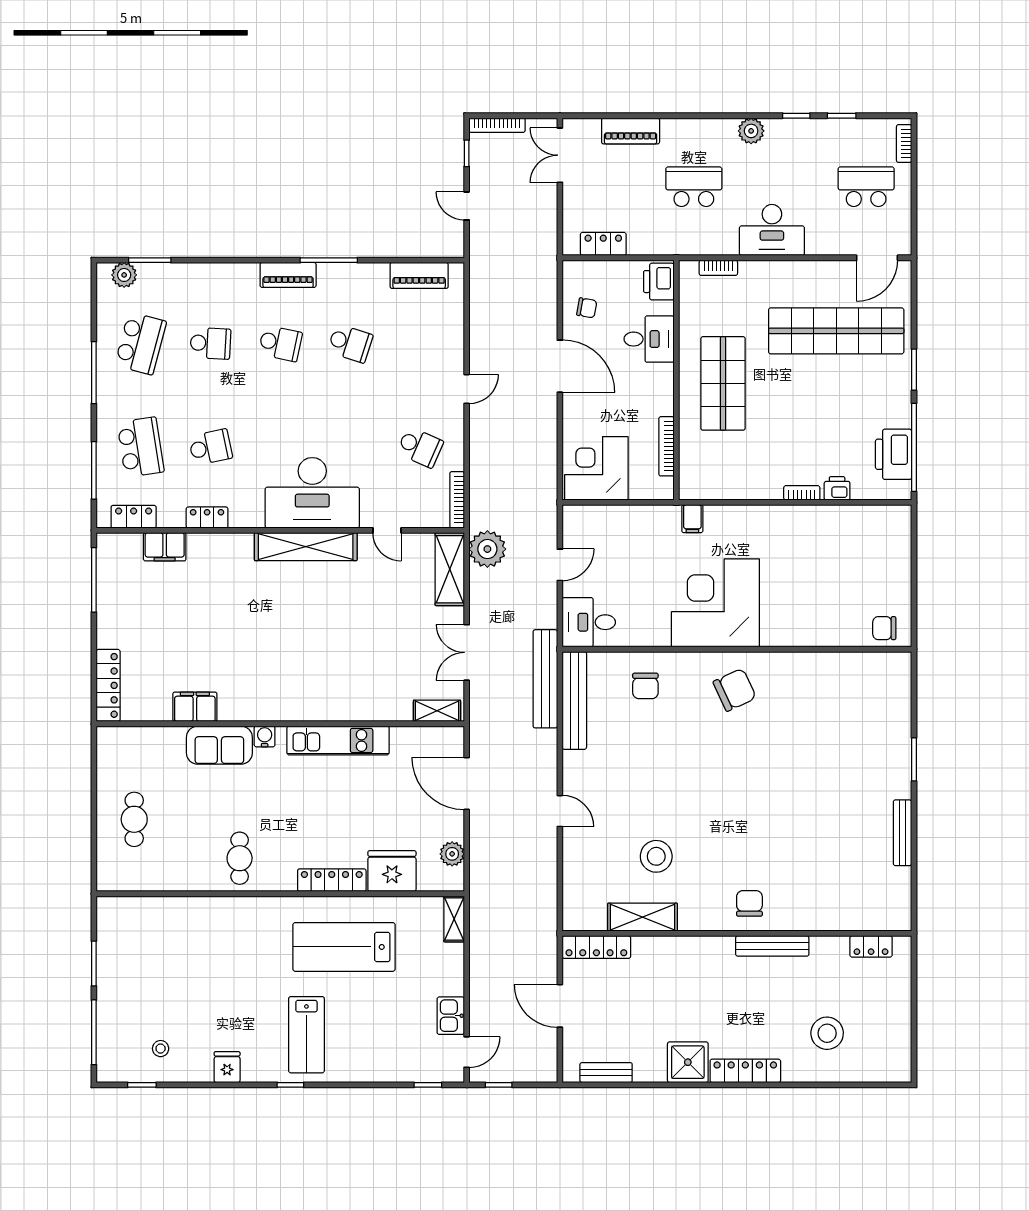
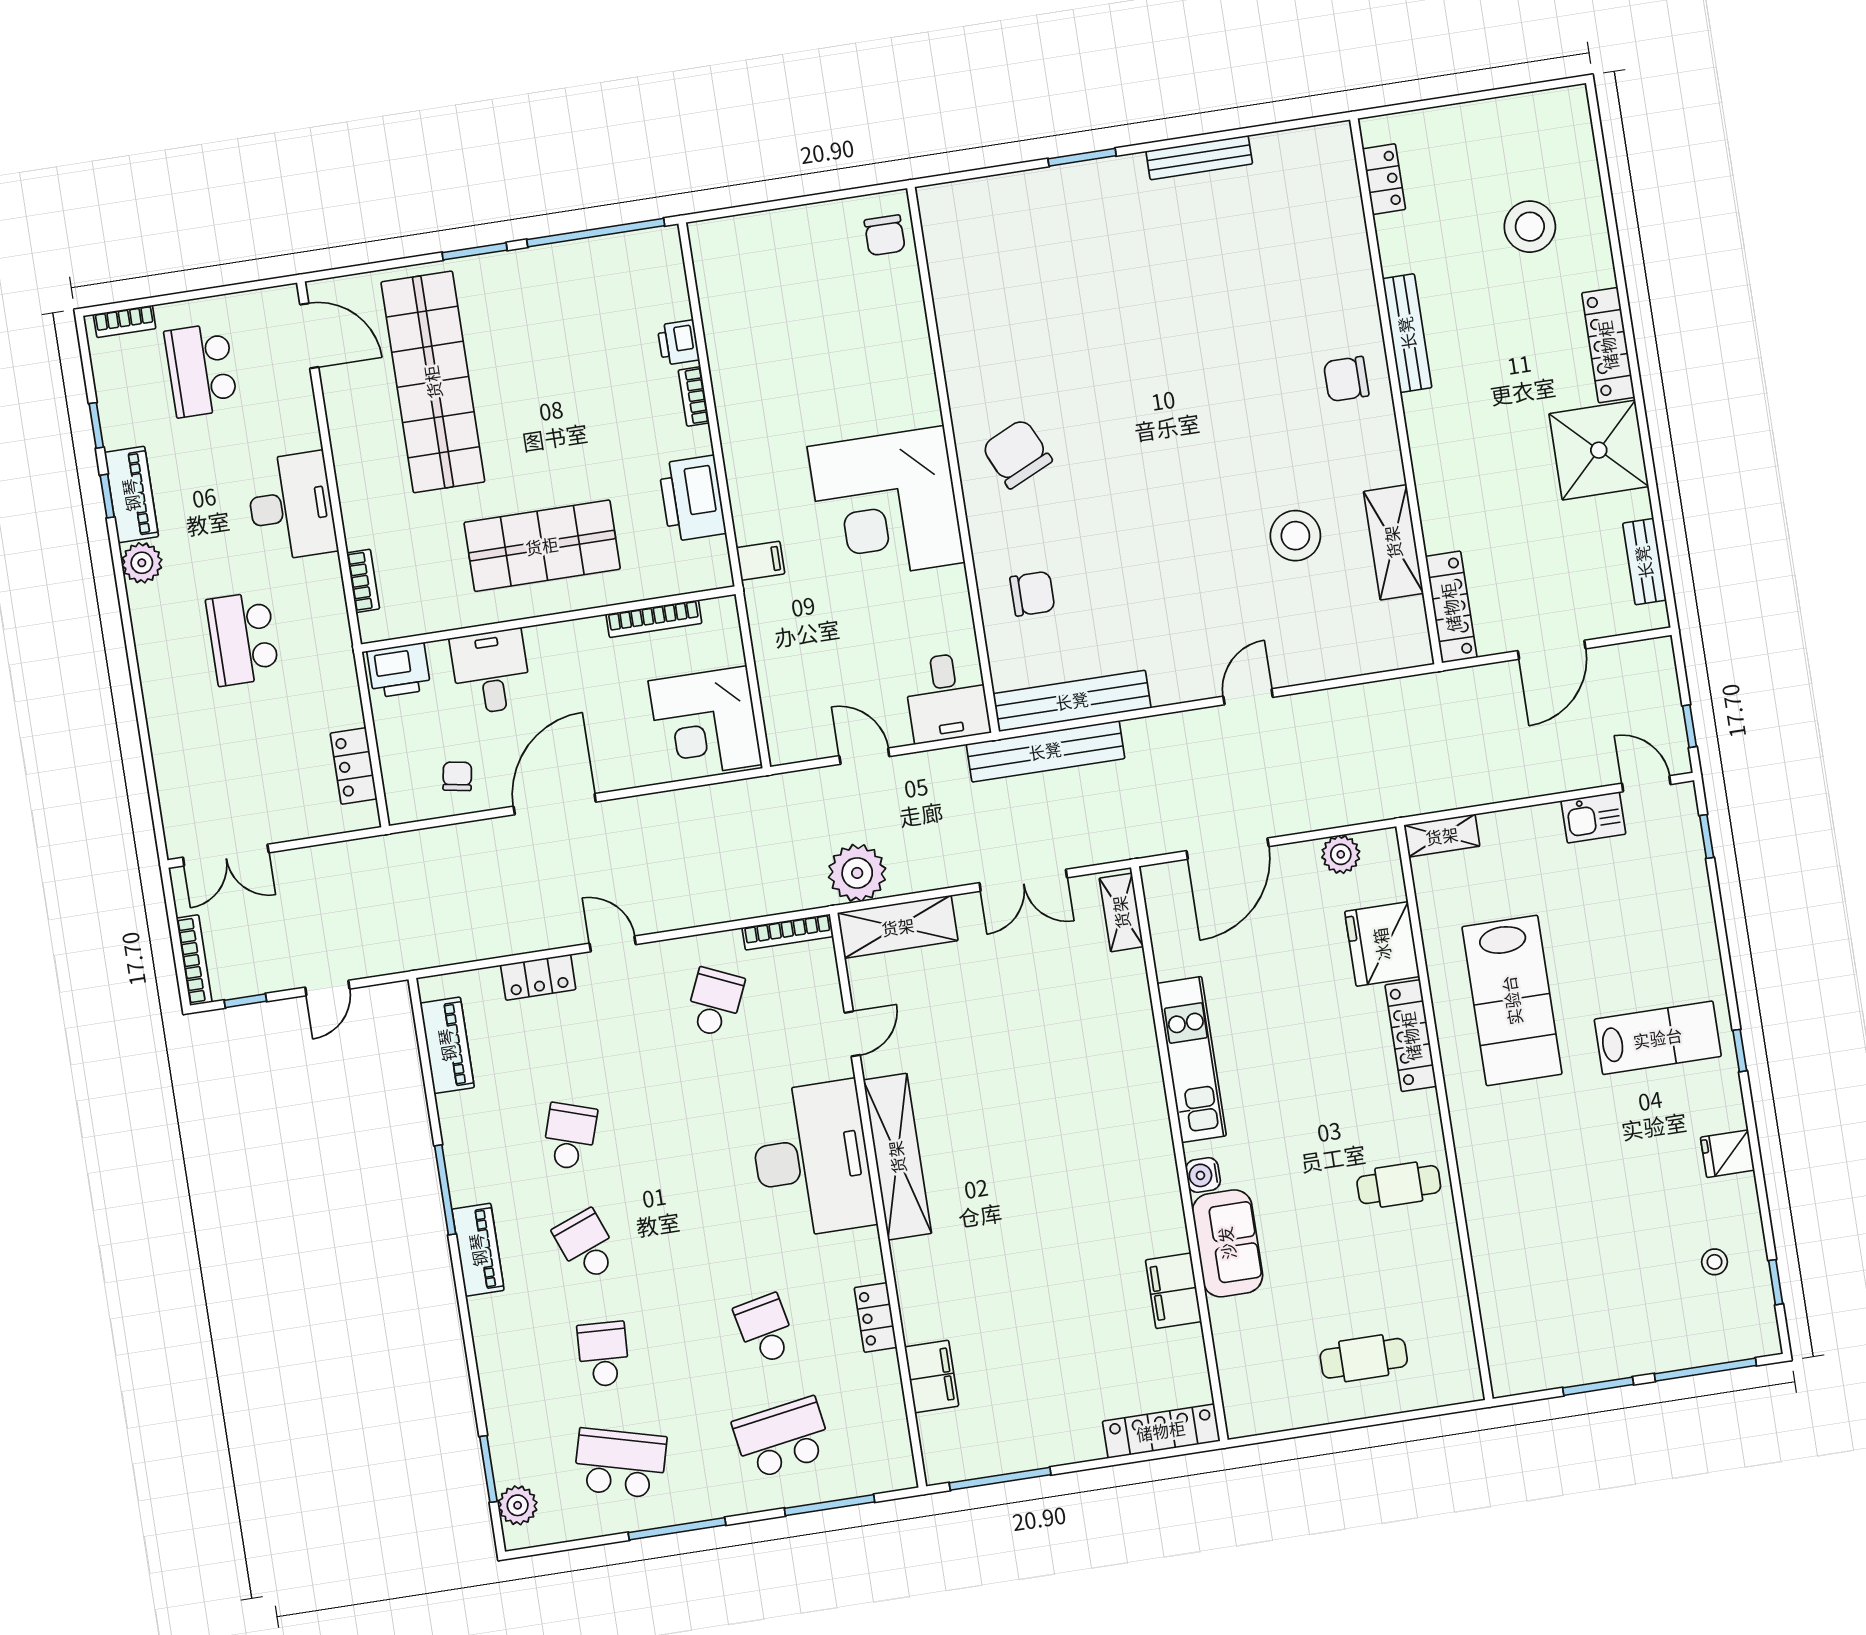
piano: (631, 131) -> (131, 495), moved
school desk: (280, 343) -> (586, 1245), turned -33
printer: (894, 454) -> (692, 498), moved, turned 90
locker: (134, 517) -> (538, 977), moved, turned -90
shower: (688, 1062) -> (1599, 450), width x1.37, depth x1.37

